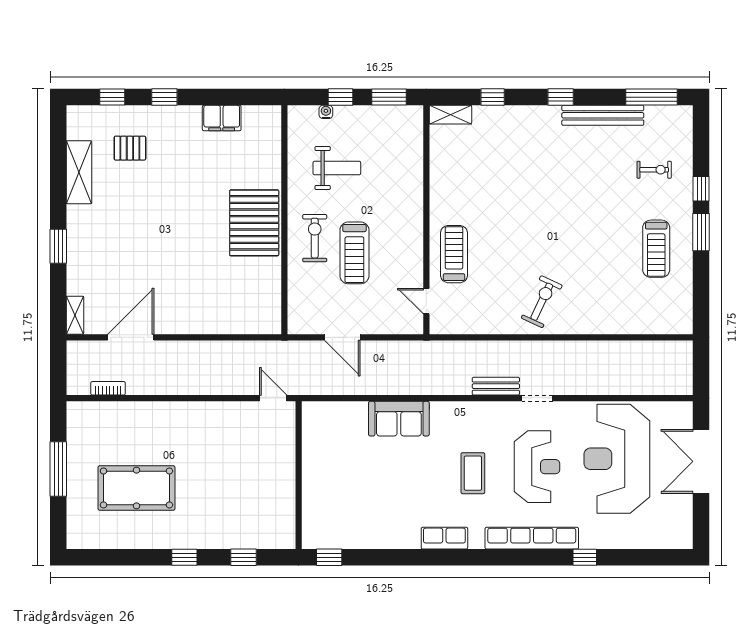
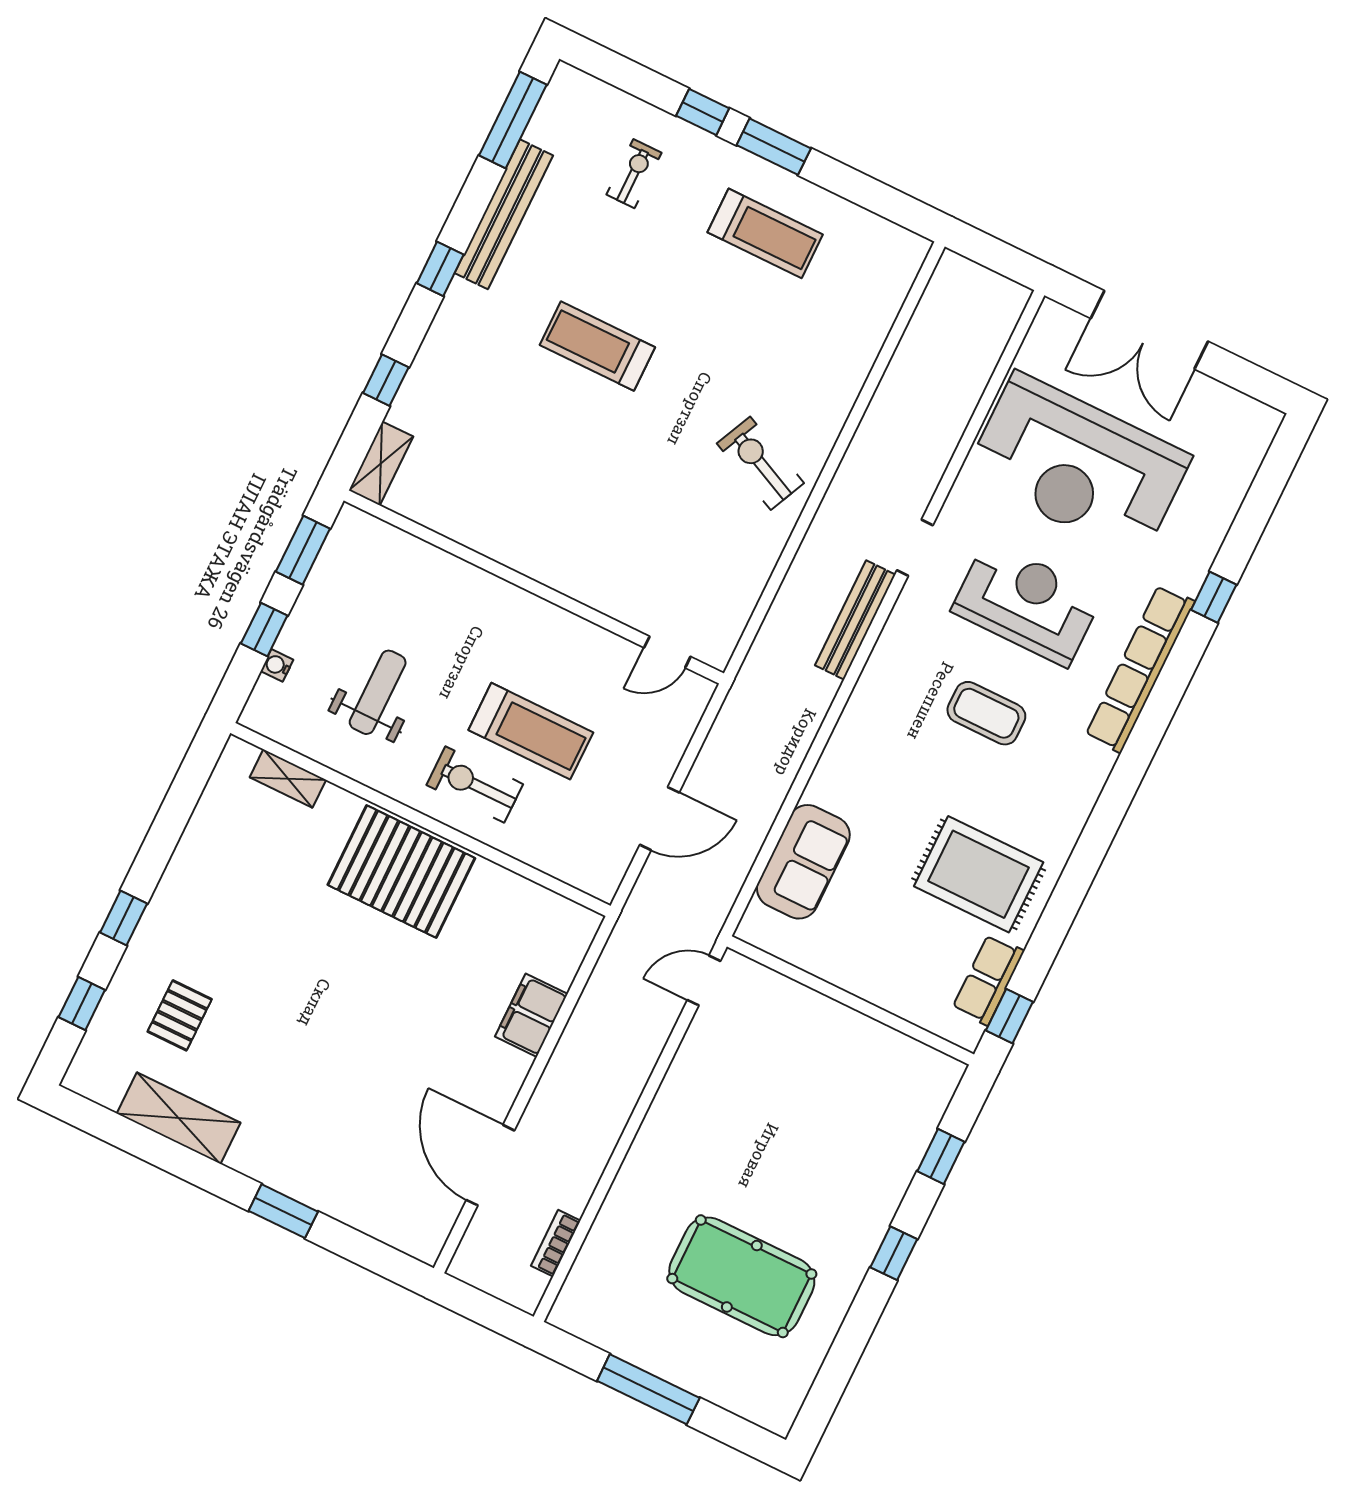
filing cabinet: (222, 118) -> (531, 1015), moved, turned 180
treadmill: (454, 254) -> (597, 346), moved
shelving: (75, 315) -> (288, 779), moved
bench: (496, 386) -> (855, 620), width x1.36
sofa: (399, 419) -> (803, 862), moved
pool table: (136, 488) -> (742, 1276), turned 90
rug: (392, 508) -> (979, 874), added
row of seats: (444, 538) -> (988, 980), moved

